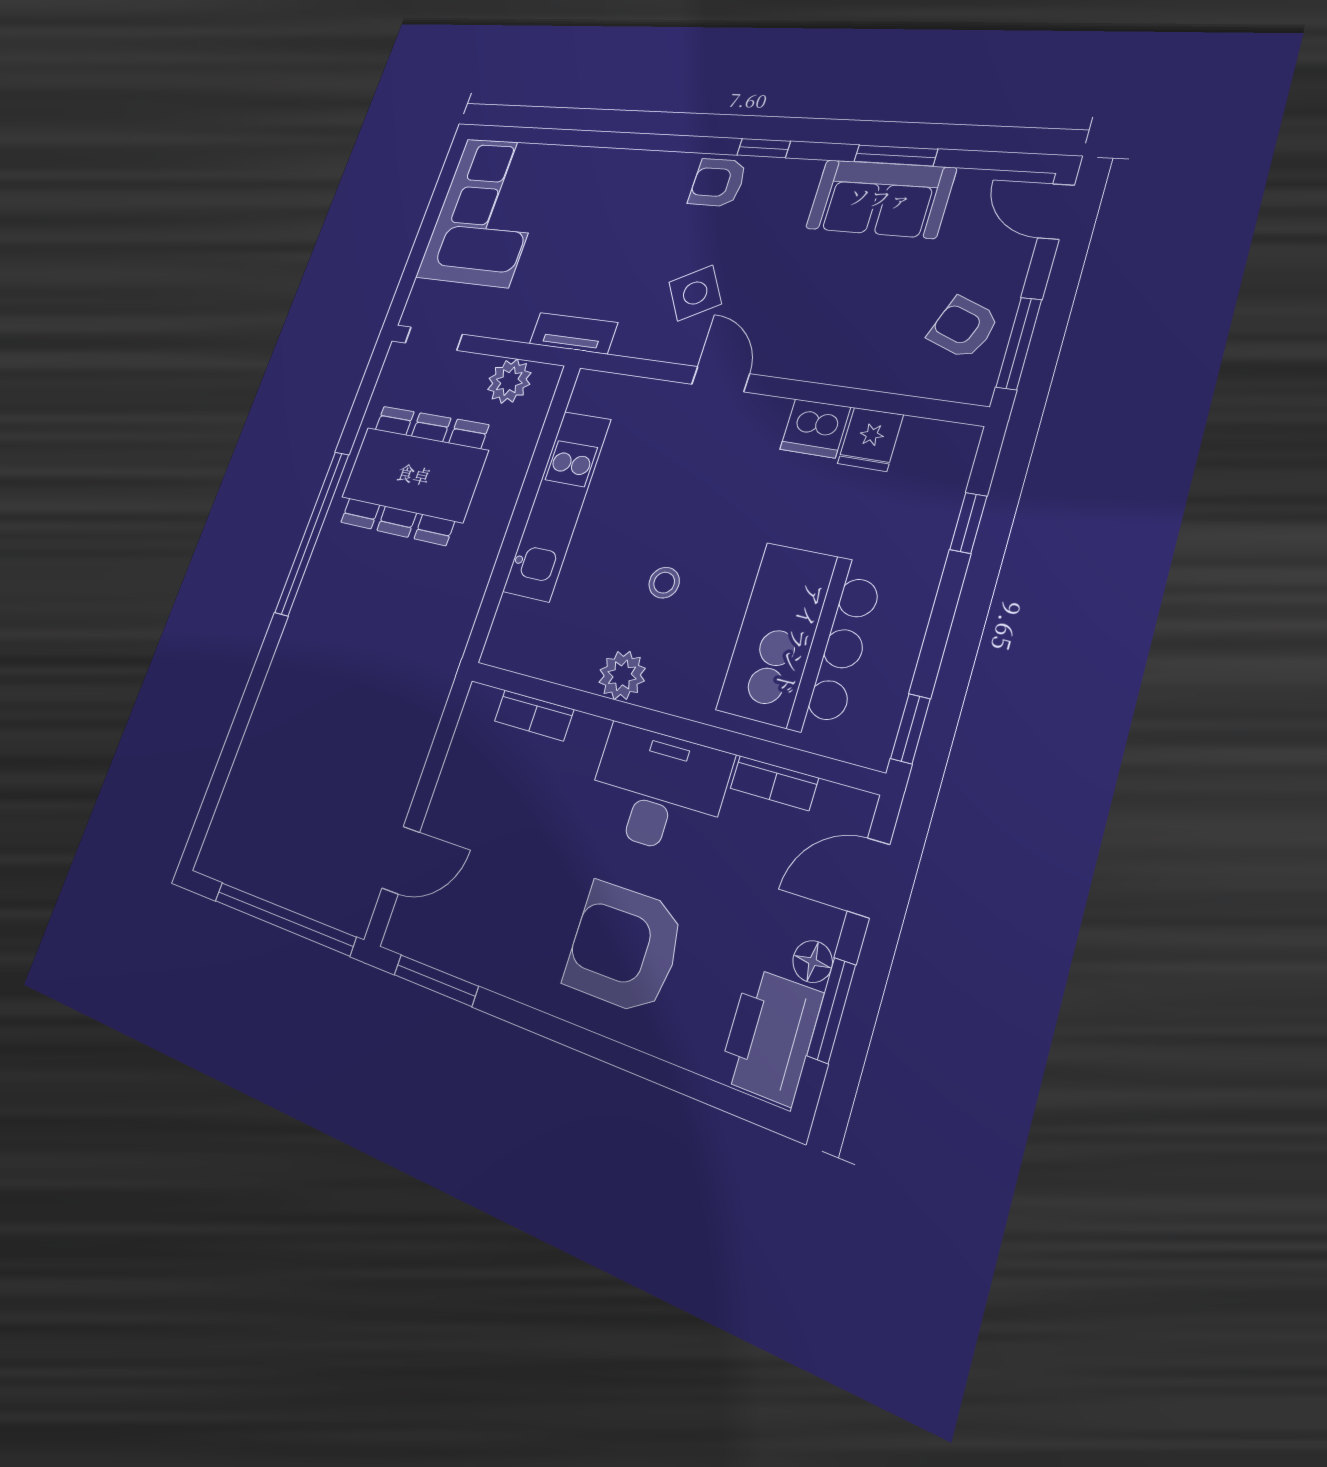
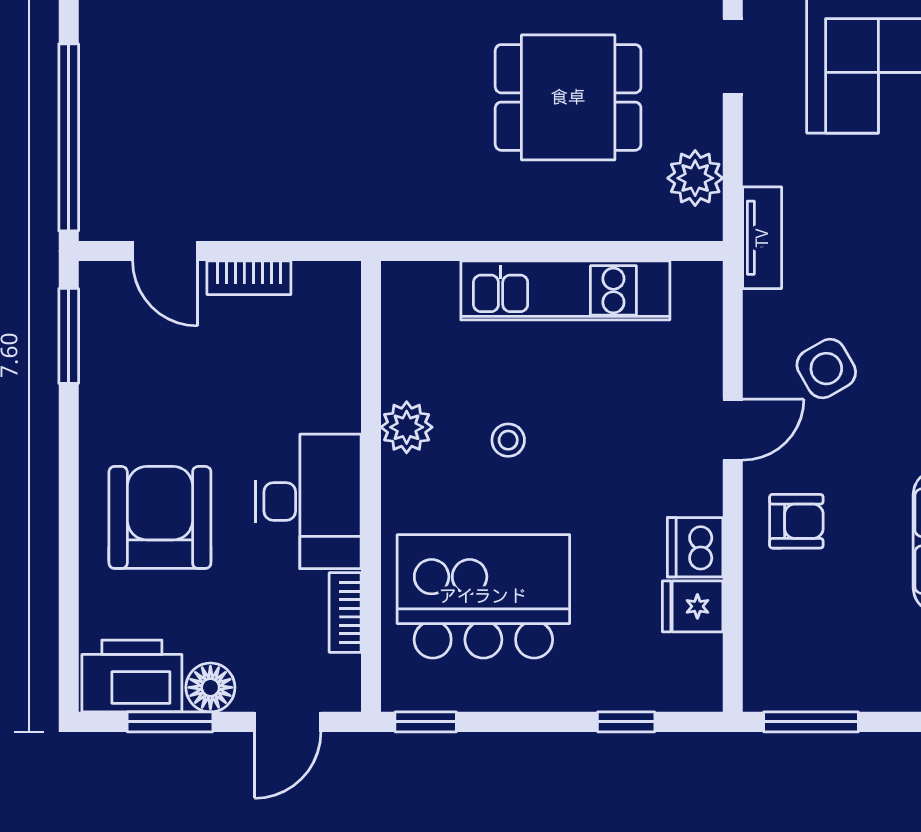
armchair: (963, 328) -> (796, 521), moved, turned 69
dining table: (414, 474) -> (568, 97), width x0.73
bookcase: (534, 715) -> (249, 278), moved, turned -90
door: (868, 878) -> (288, 722), swing flipped
floor lamp: (813, 962) -> (210, 687), width x1.37, depth x1.37

